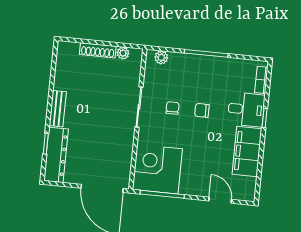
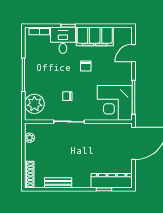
shoe rack: (98, 50) -> (29, 175), moved
plant: (161, 57) -> (34, 104), width x1.87, depth x1.87
bench: (58, 109) -> (58, 183), moved
chair: (202, 110) -> (86, 66), moved

